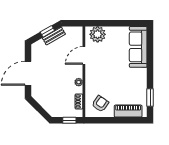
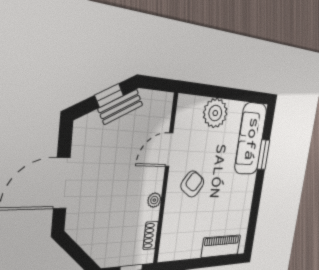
plant: (98, 34) -> (215, 113), moved
window: (150, 98) -> (263, 155), moved
armchair: (100, 104) -> (192, 184), moved

